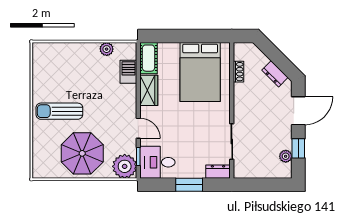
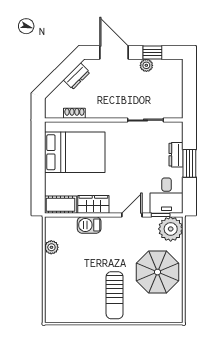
barbecue: (128, 72) -> (89, 225), moved
plant: (286, 156) -> (146, 65), moved
dresser: (218, 172) -> (176, 155), moved

